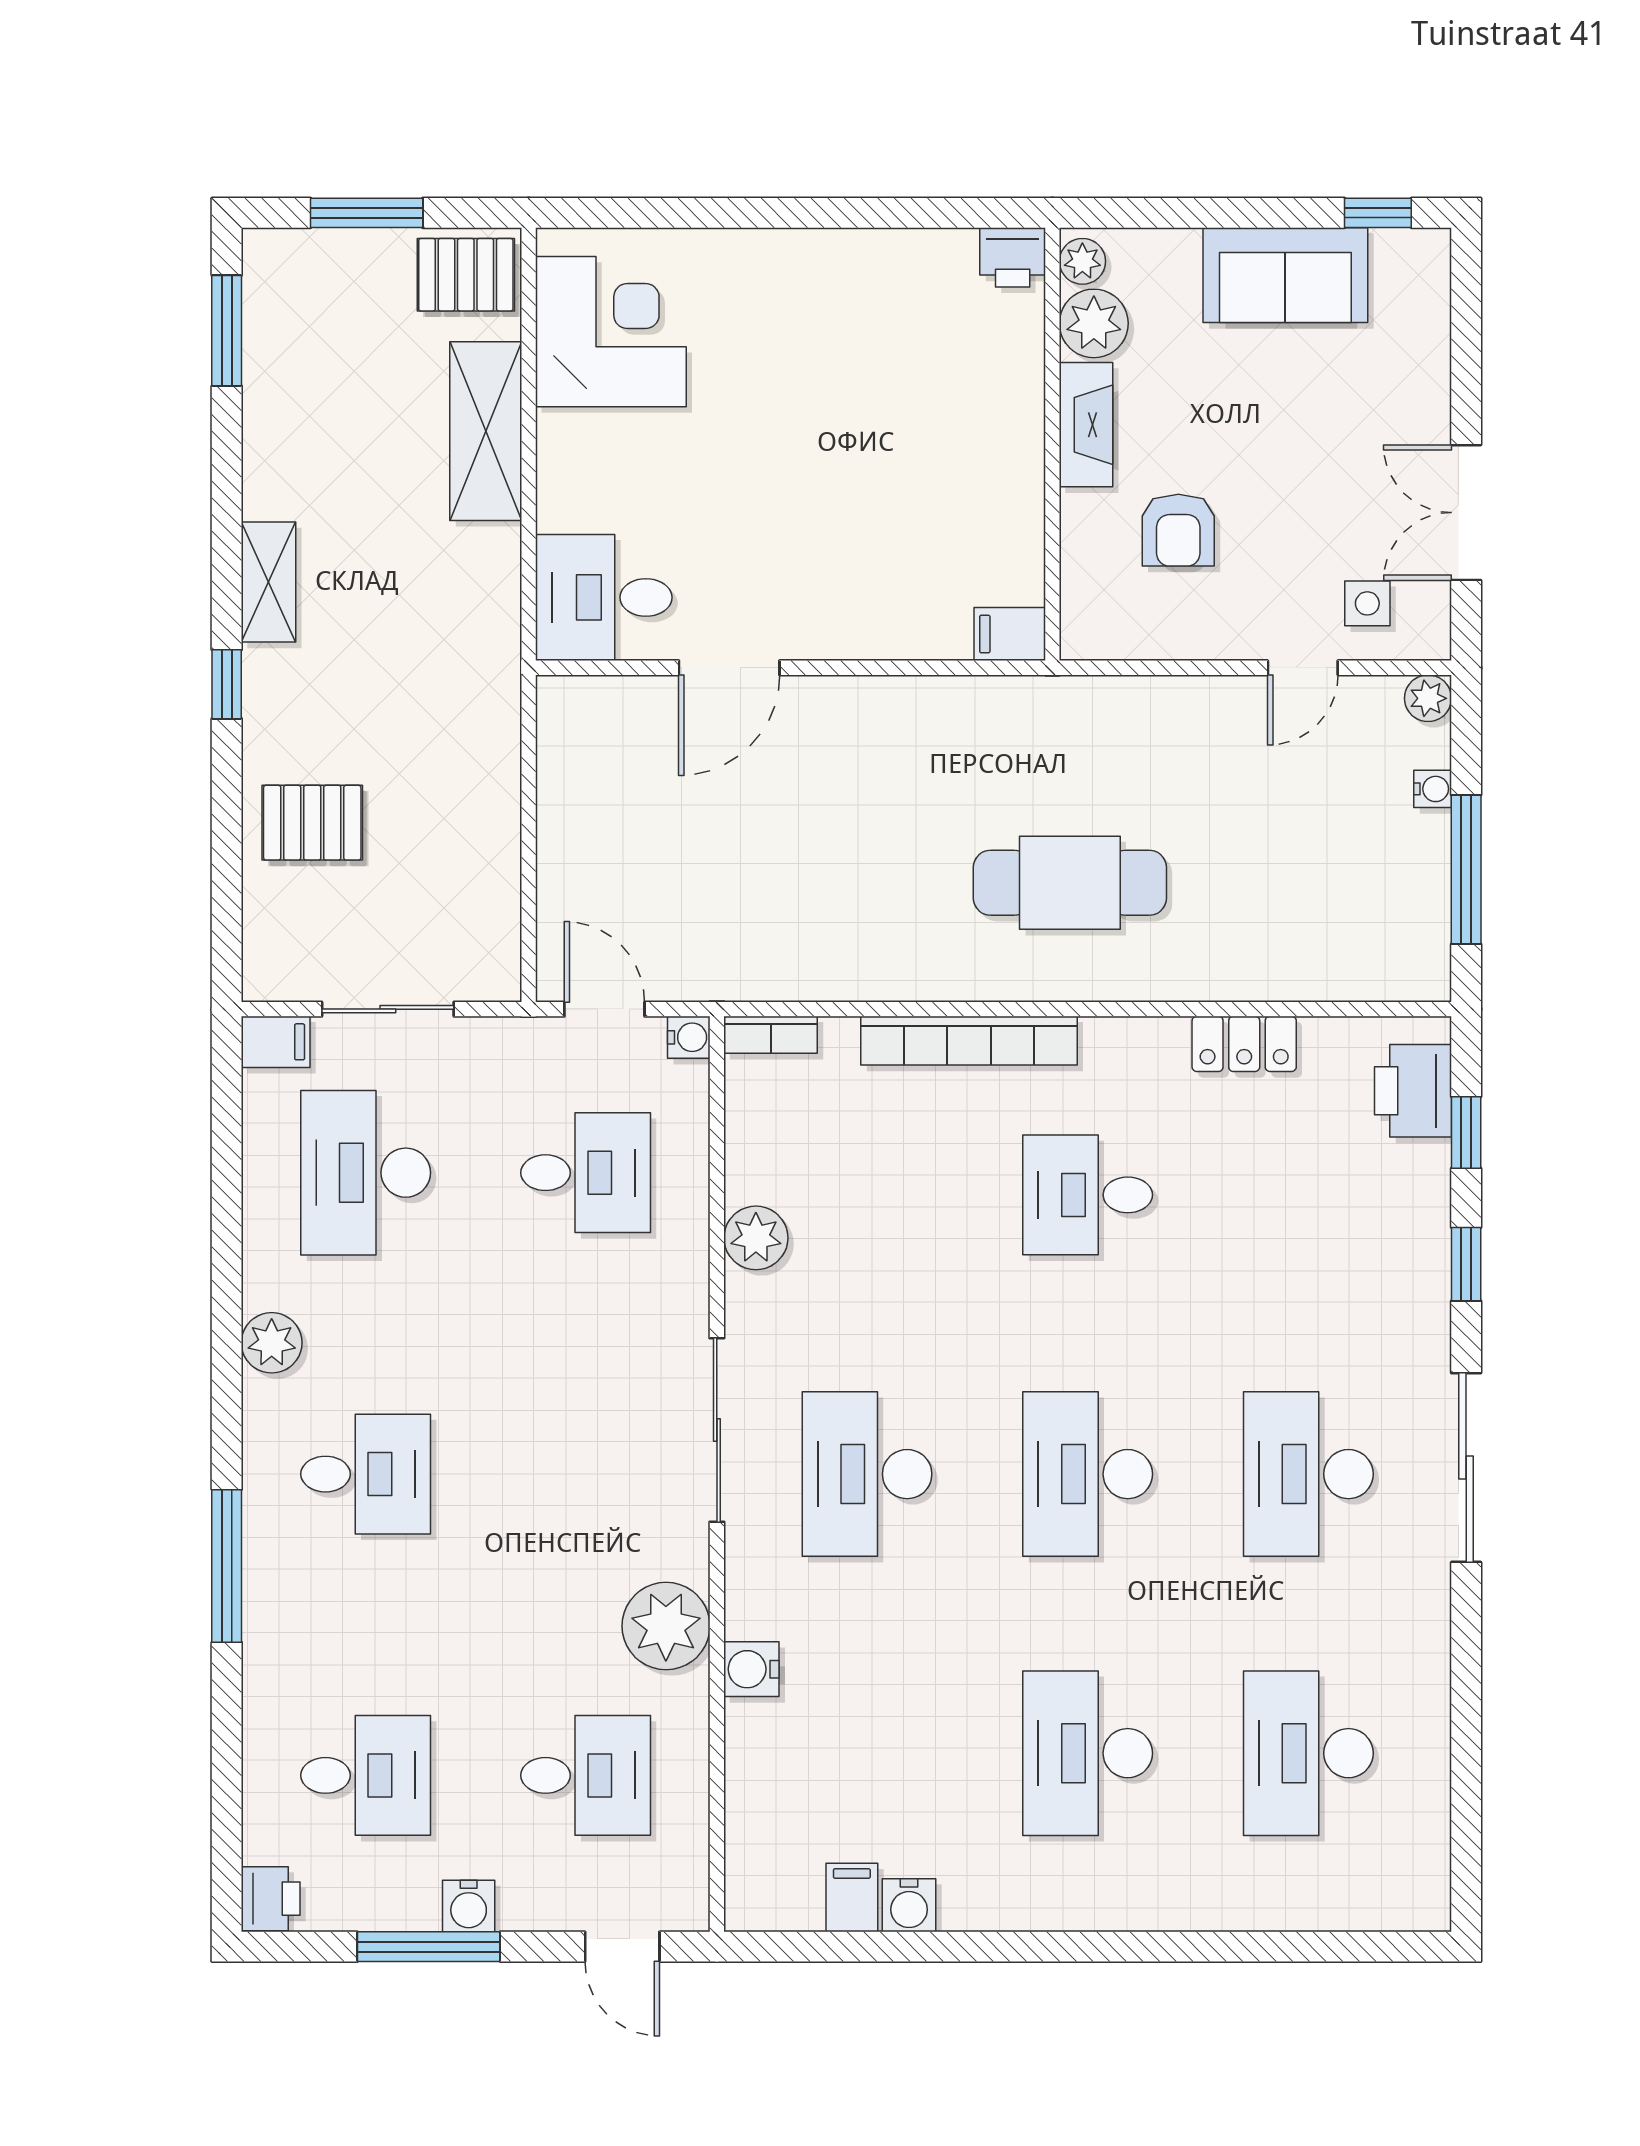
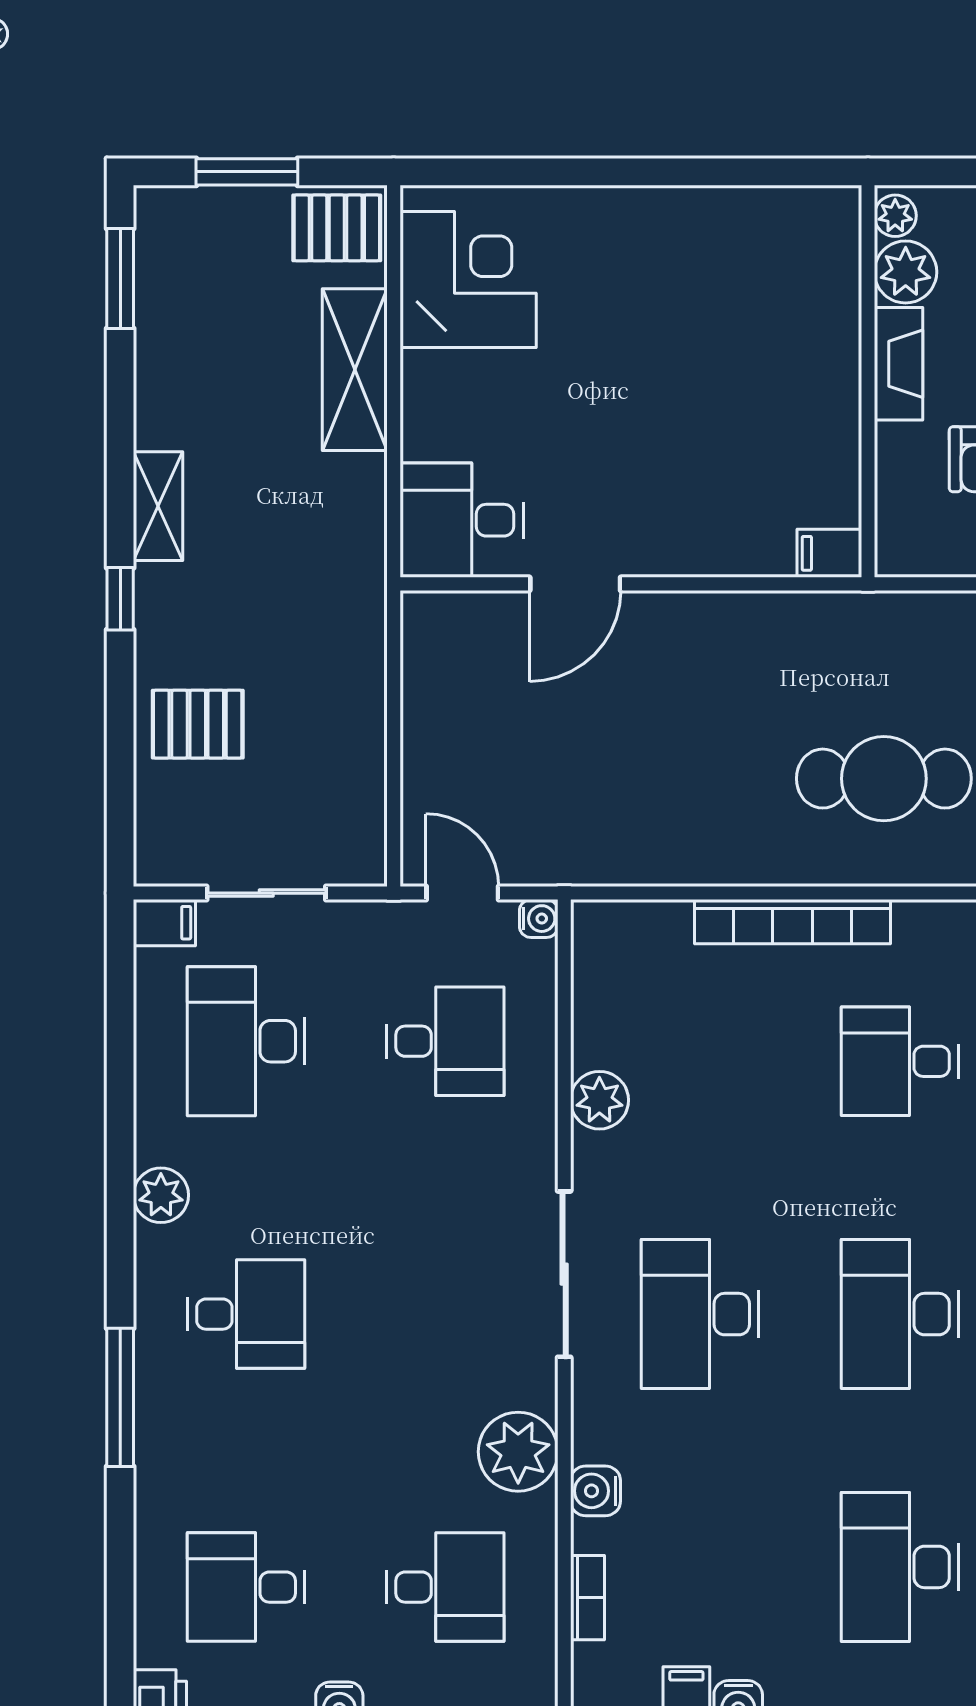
printer: (1013, 257) -> (832, 212), removed
bookcase: (771, 1035) -> (587, 1598), moved, turned -90
desk: (366, 1775) -> (246, 1587), turned 180

